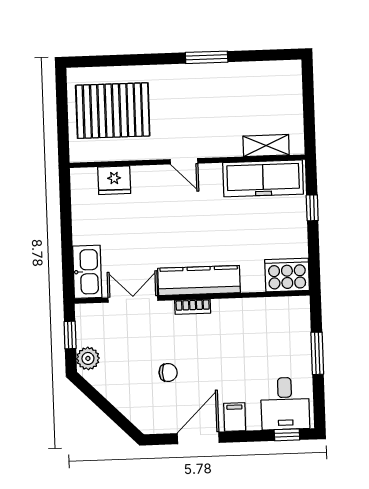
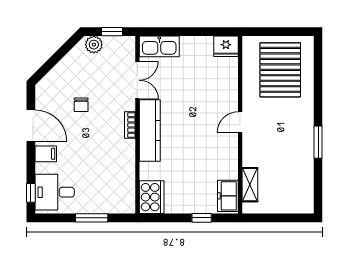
freezer: (263, 178) -> (228, 196), width x0.52, depth x0.79
fridge: (114, 180) -> (226, 46), moved, turned -90

